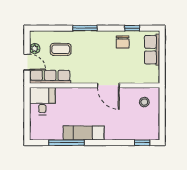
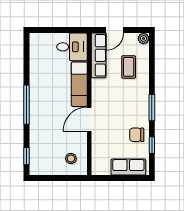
window: (85, 28) -> (152, 108), moved
plant: (35, 48) -> (143, 38), moved
exam couch: (84, 133) -> (79, 84), moved, turned 180
window: (66, 143) -> (26, 105), moved

